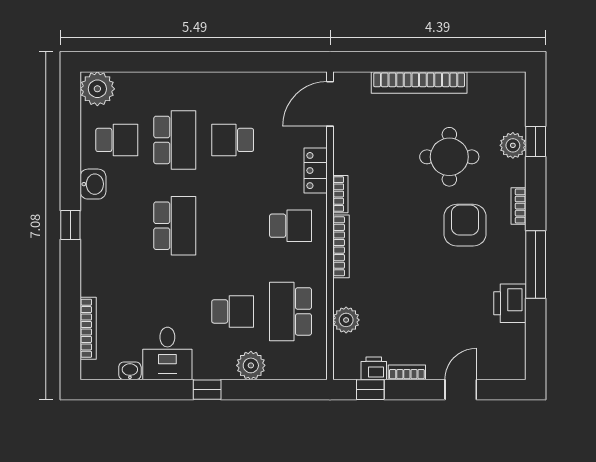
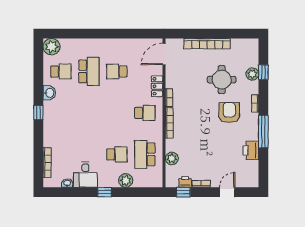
school desk: (175, 226) -> (89, 113), removed

